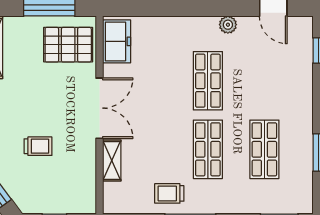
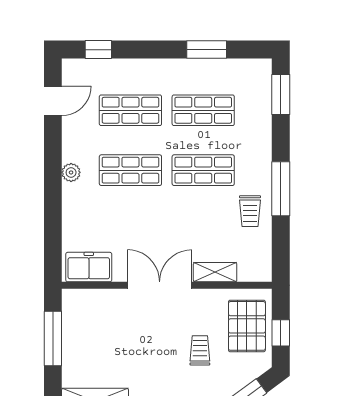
plant: (228, 25) -> (71, 172), moved
pallet: (68, 45) -> (247, 326), moved
shop shelf: (264, 81) -> (130, 110), added

